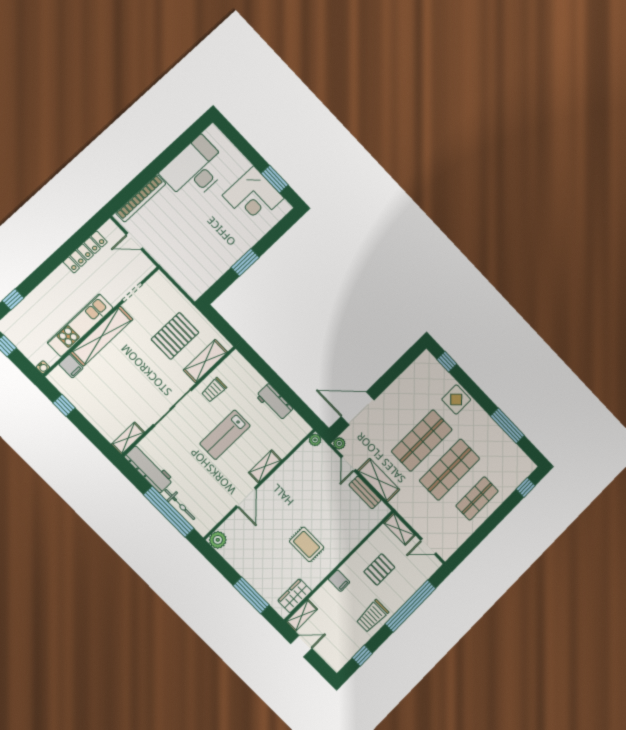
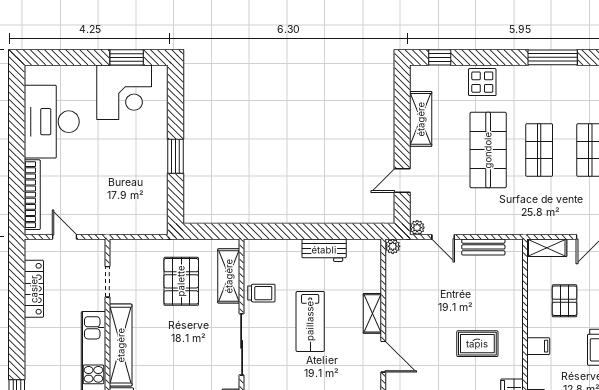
door: (134, 241) -> (65, 237), swing flipped
trolley: (214, 390) -> (261, 293), turned -90
door: (358, 408) -> (402, 180), width x0.53
shop shelf: (450, 470) -> (539, 150), width x0.70, depth x0.74
shelving: (379, 480) -> (421, 119), moved, turned 90

